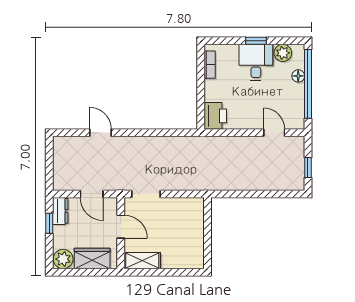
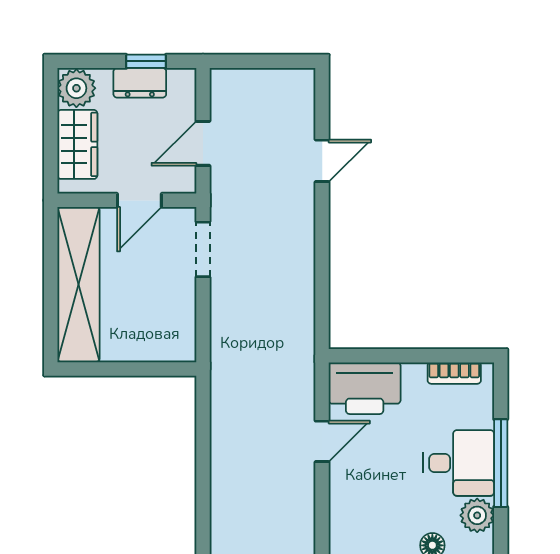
window: (256, 41) -> (501, 463), width x2.17
printer: (215, 116) -> (365, 388), width x1.37, depth x1.19
door: (274, 133) -> (322, 441), moved
dresser: (60, 211) -> (140, 83), moved
shelving: (142, 261) -> (79, 284), width x2.20, depth x1.33

